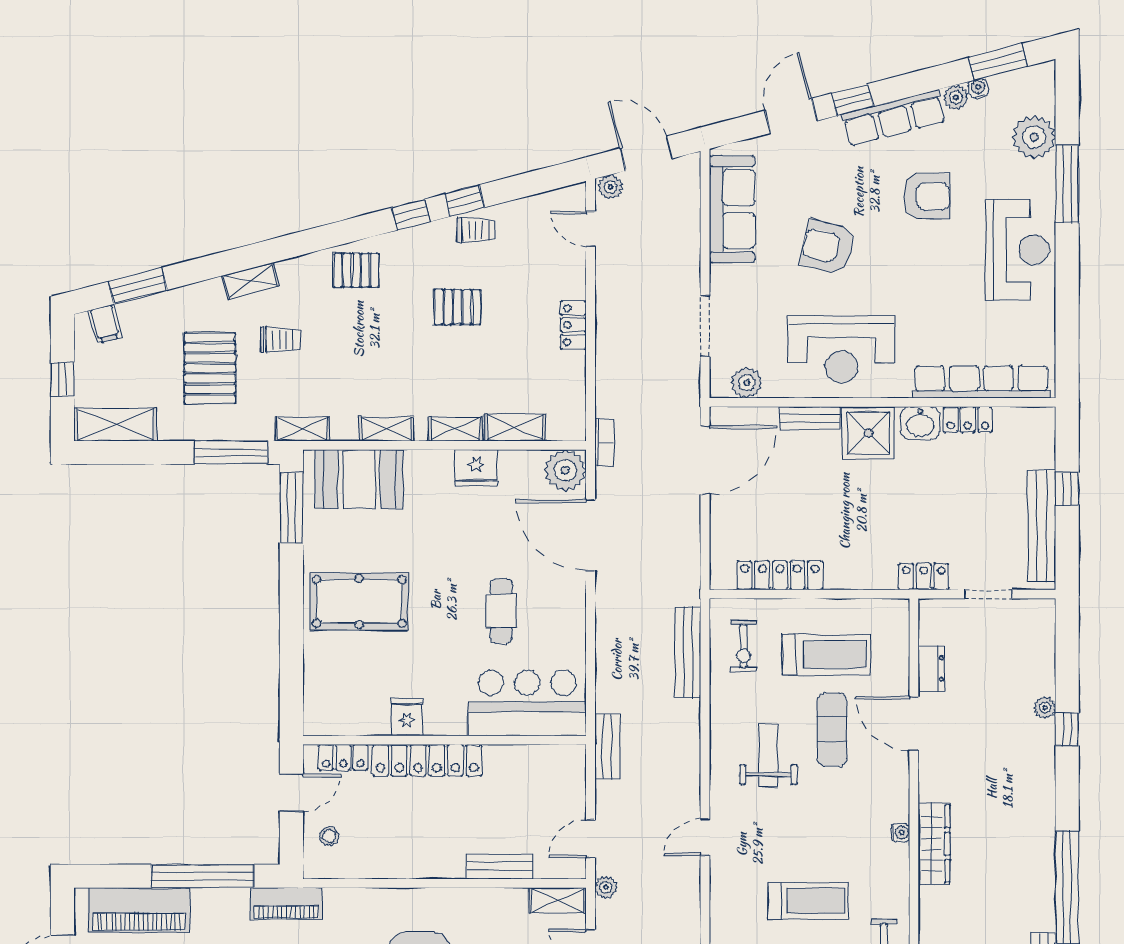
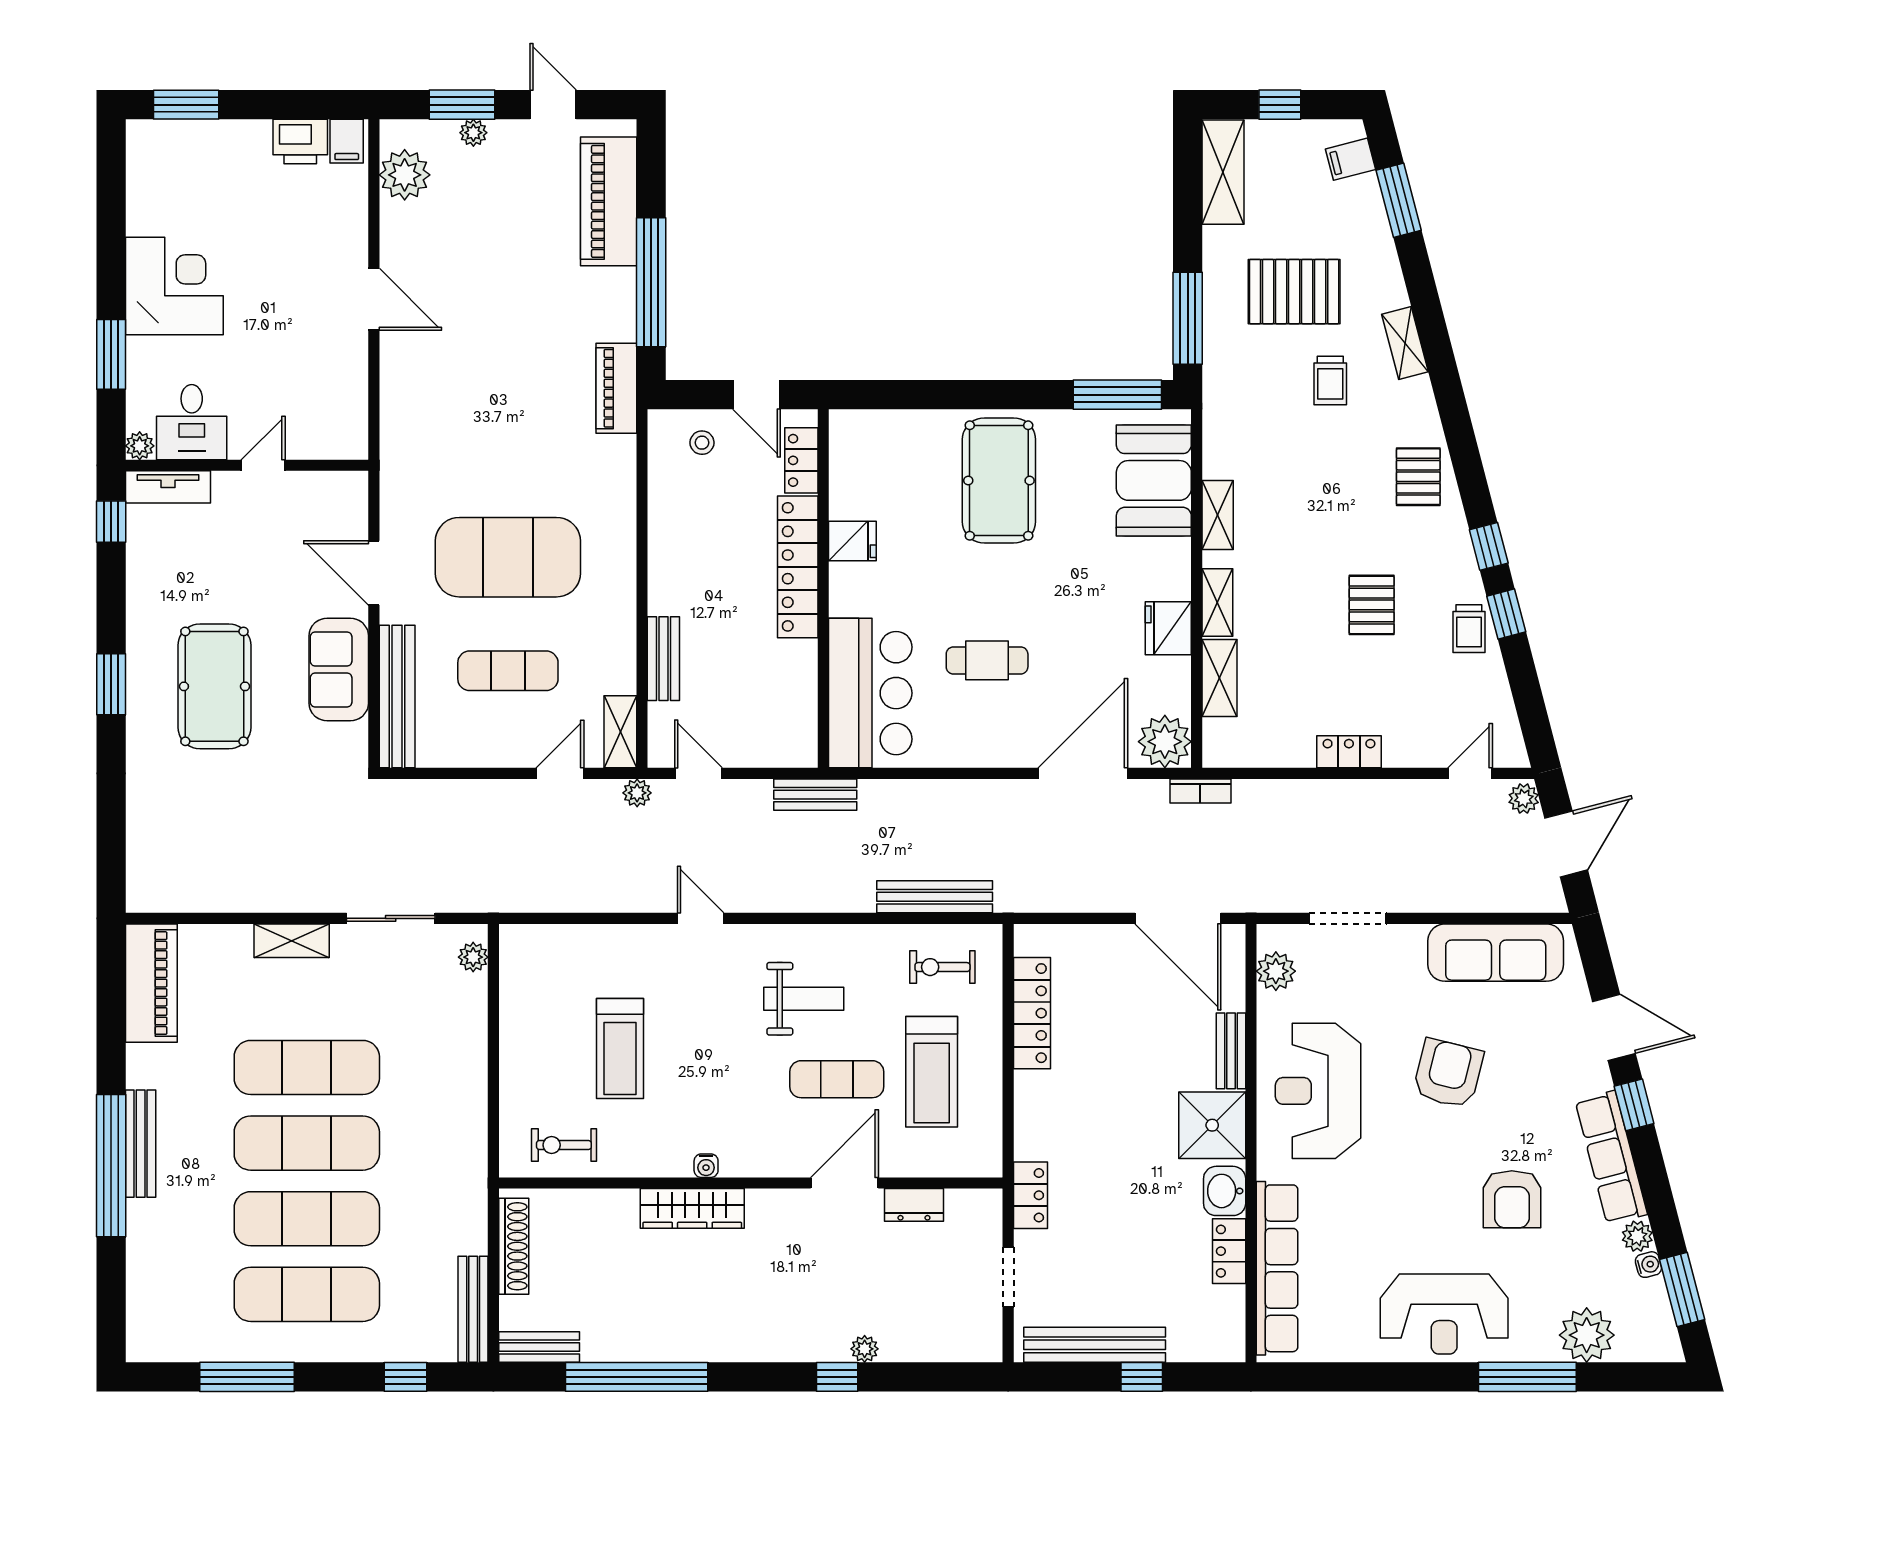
shelving: (303, 429) -> (1217, 409), removed

